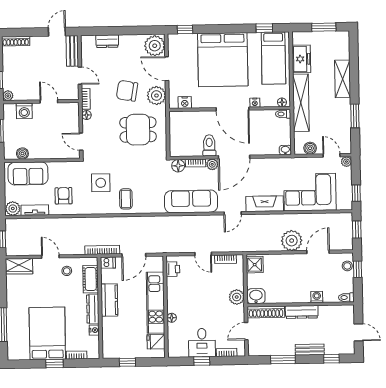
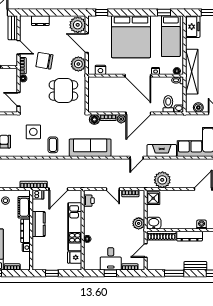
freezer: (301, 59) -> (193, 27), moved
chair: (127, 91) -> (44, 61), moved
toilet: (209, 145) -> (168, 104), moved
sofa: (191, 201) -> (90, 148), moved
plant: (292, 241) -> (162, 180), moved

